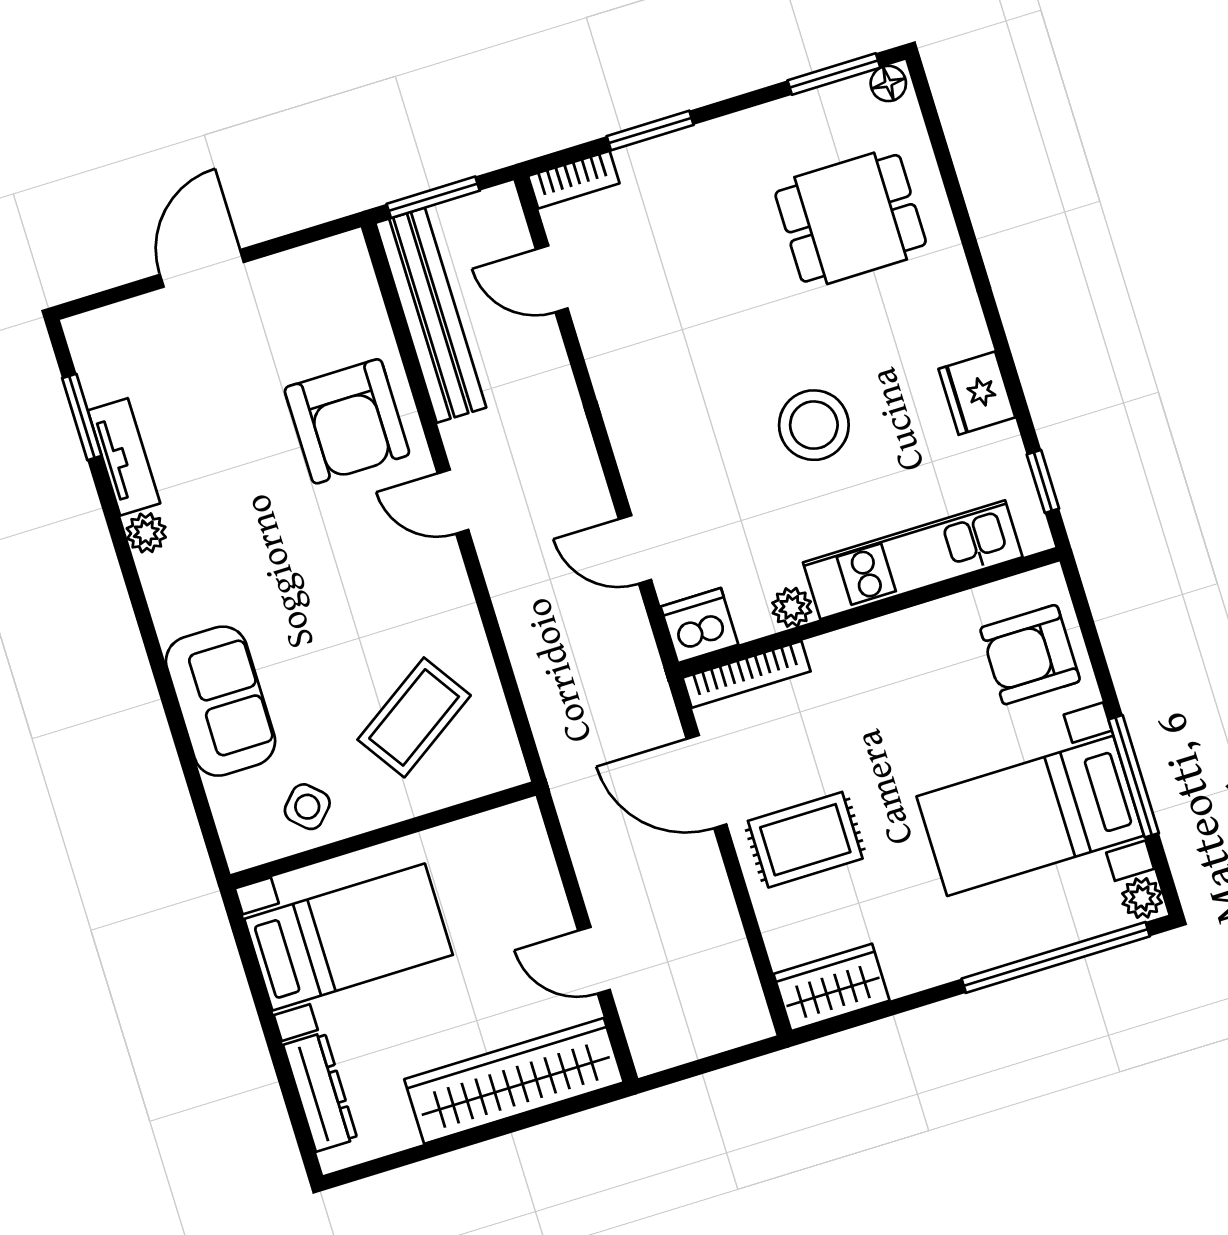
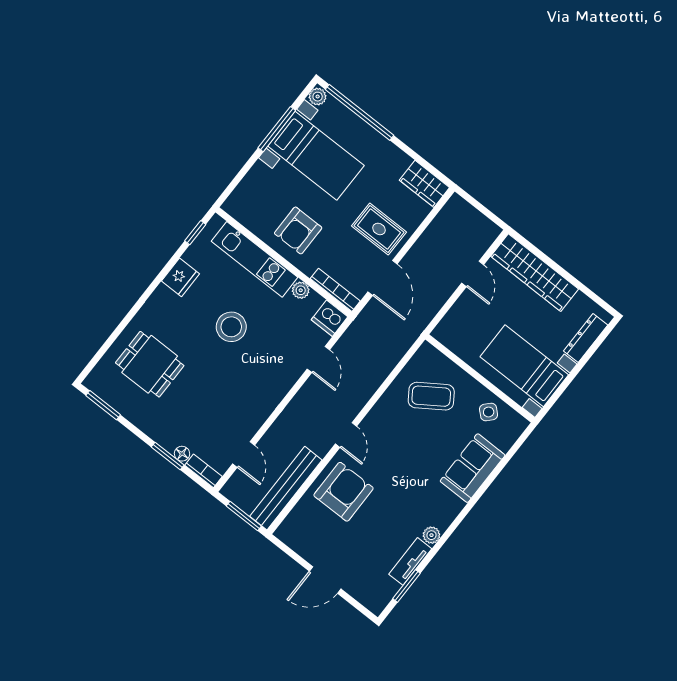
floor lamp: (888, 83) -> (182, 454), moved
armchair: (1030, 655) -> (298, 230), moved, turned 90

